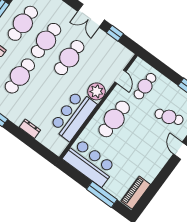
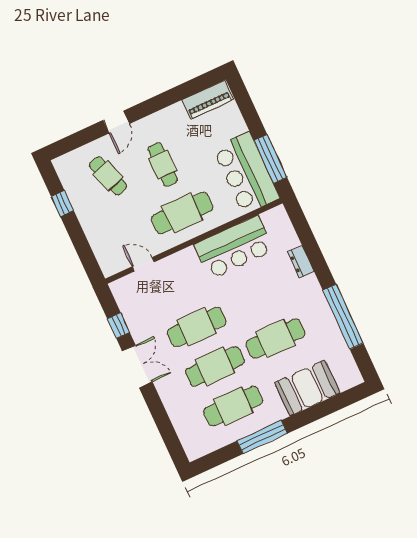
door: (120, 77) -> (143, 264), hinge flipped
cafe table: (145, 86) -> (162, 164), moved, turned 90
plant: (96, 91) -> (185, 262), removed
window: (102, 194) -> (270, 159), moved

